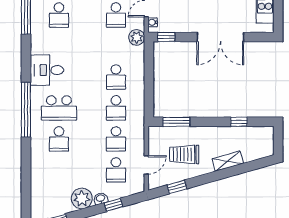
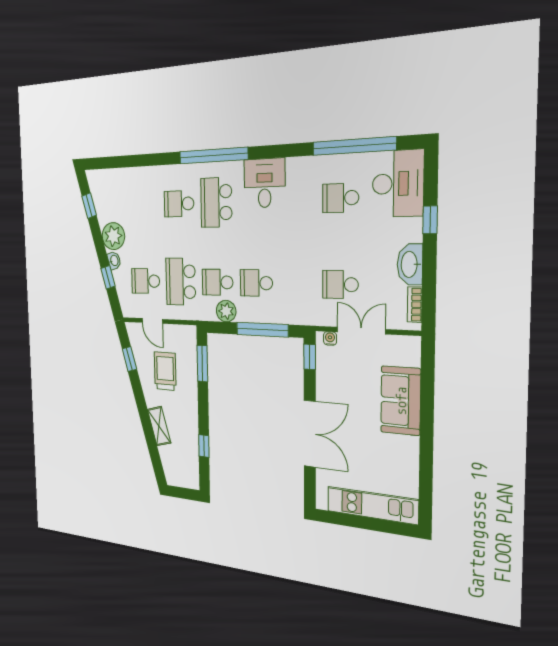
plant: (137, 37) -> (226, 311), moved
double door: (220, 37) -> (310, 434), swing flipped
window: (149, 73) -> (262, 330), added
school desk: (116, 139) -> (181, 282), width x1.85

